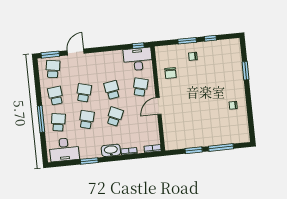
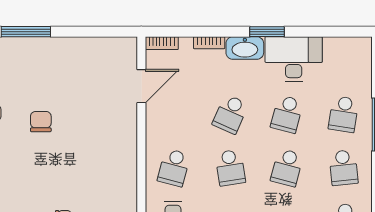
chair: (170, 73) -> (41, 122), moved
door: (159, 106) -> (141, 86), moved
desk: (64, 150) -> (294, 59), moved
window: (194, 150) -> (81, 32), removed
window: (89, 161) -> (267, 32), moved

